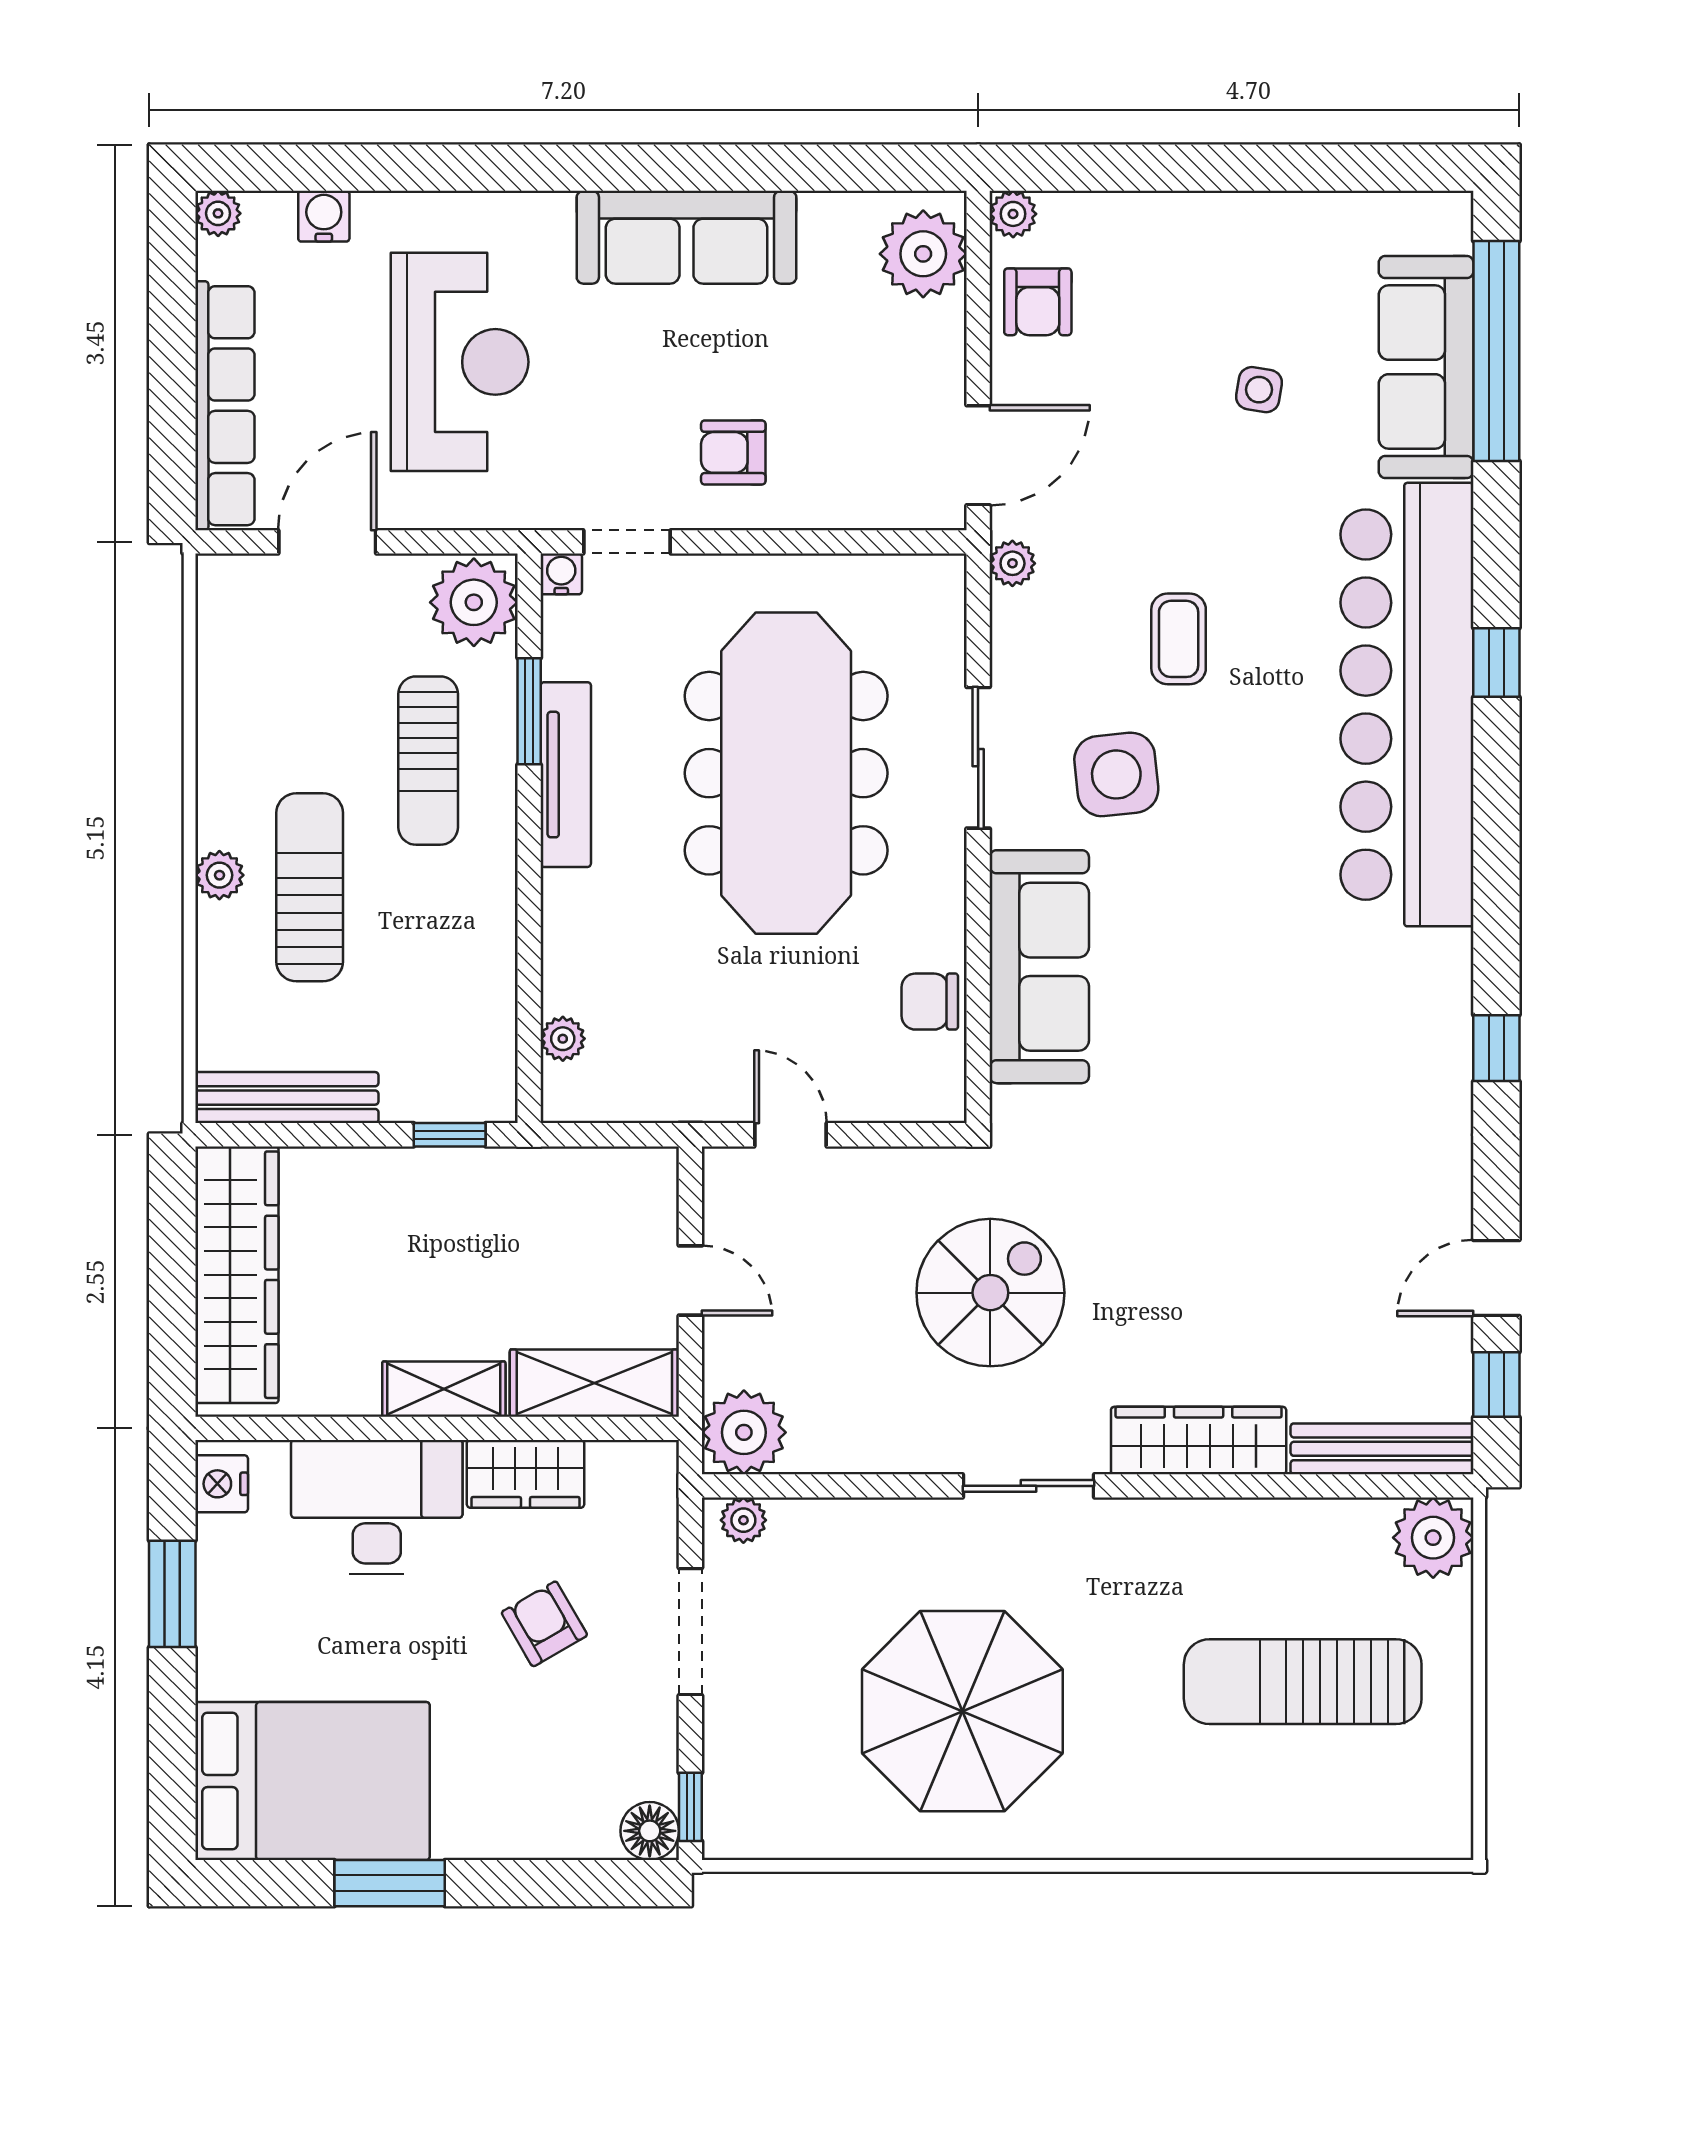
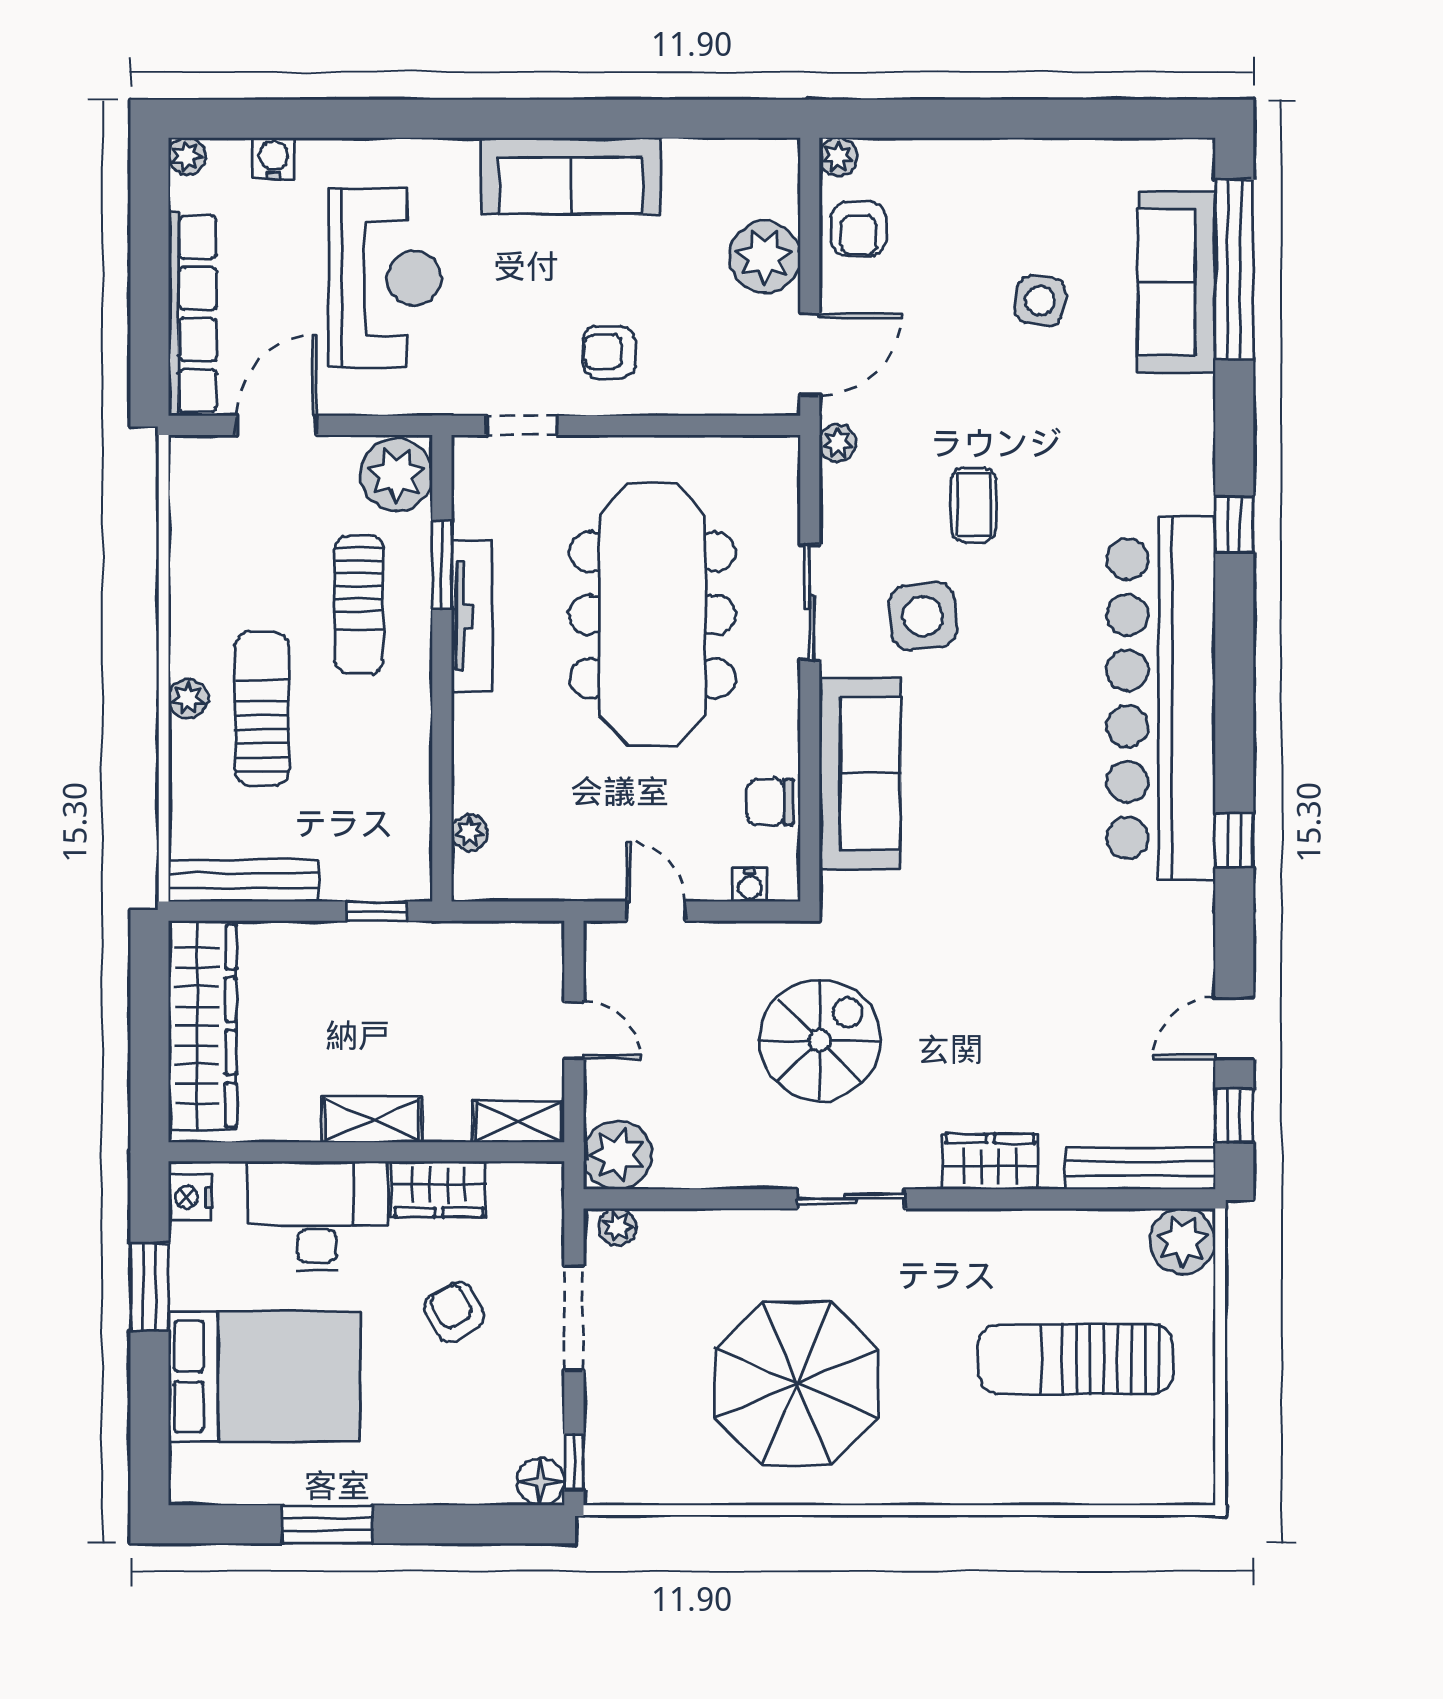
plant: (923, 254) -> (765, 257), moved
side table: (1259, 390) -> (1040, 301), width x1.37, depth x1.37
water cooler: (561, 574) -> (750, 885), moved, turned 180
bar counter: (1407, 705) -> (1161, 698), moved
shelving: (594, 1383) -> (518, 1122), width x0.67, depth x0.75
wardrobe: (1199, 1441) -> (990, 1162), width x0.67
bed: (312, 1781) -> (264, 1376), moved

